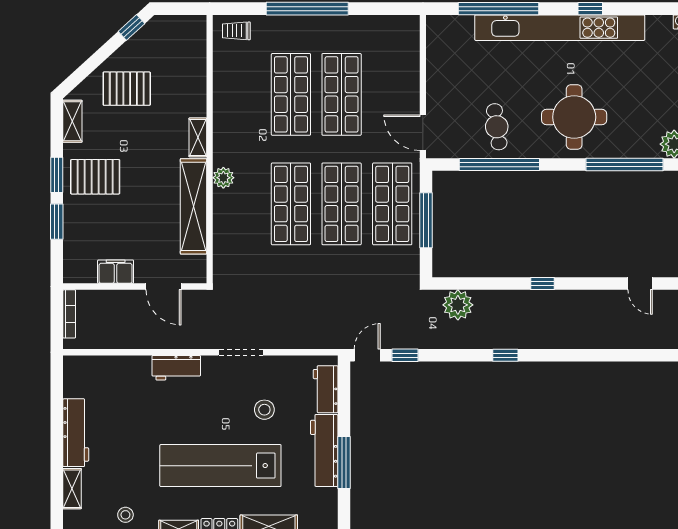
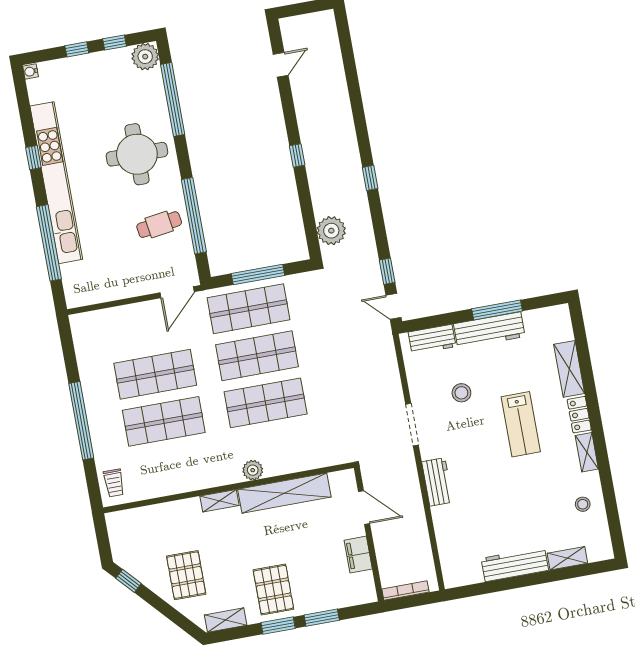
door: (163, 287) -> (364, 507), hinge flipped
lab bench: (220, 466) -> (521, 424), width x0.54, depth x0.72

